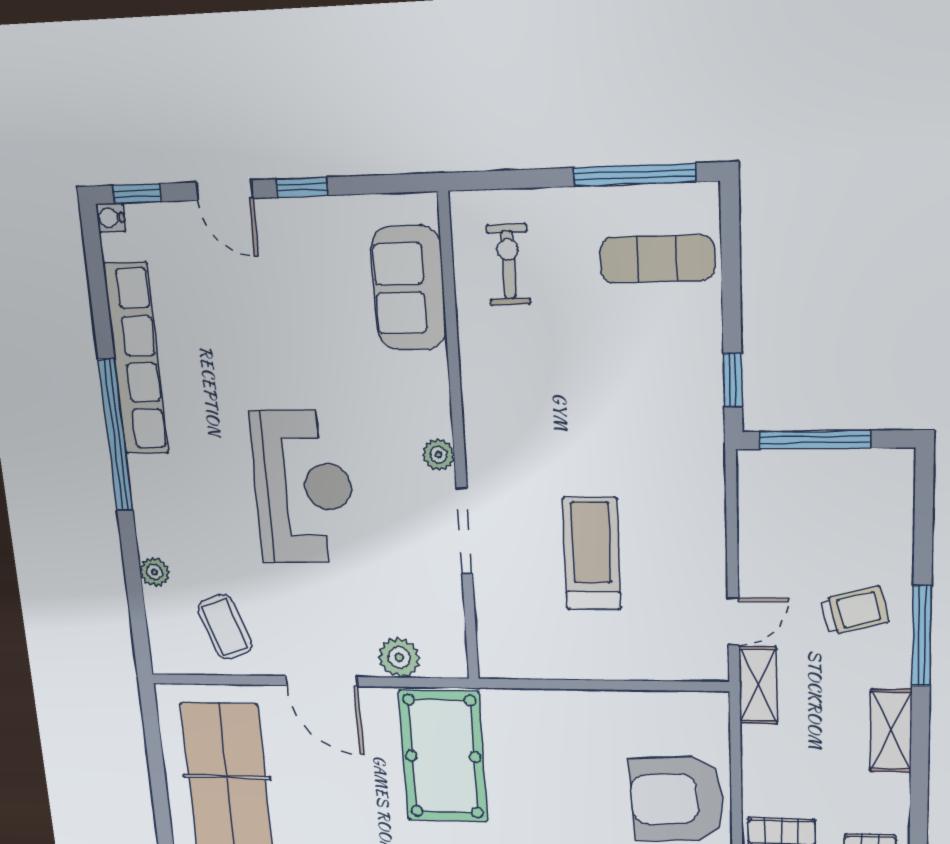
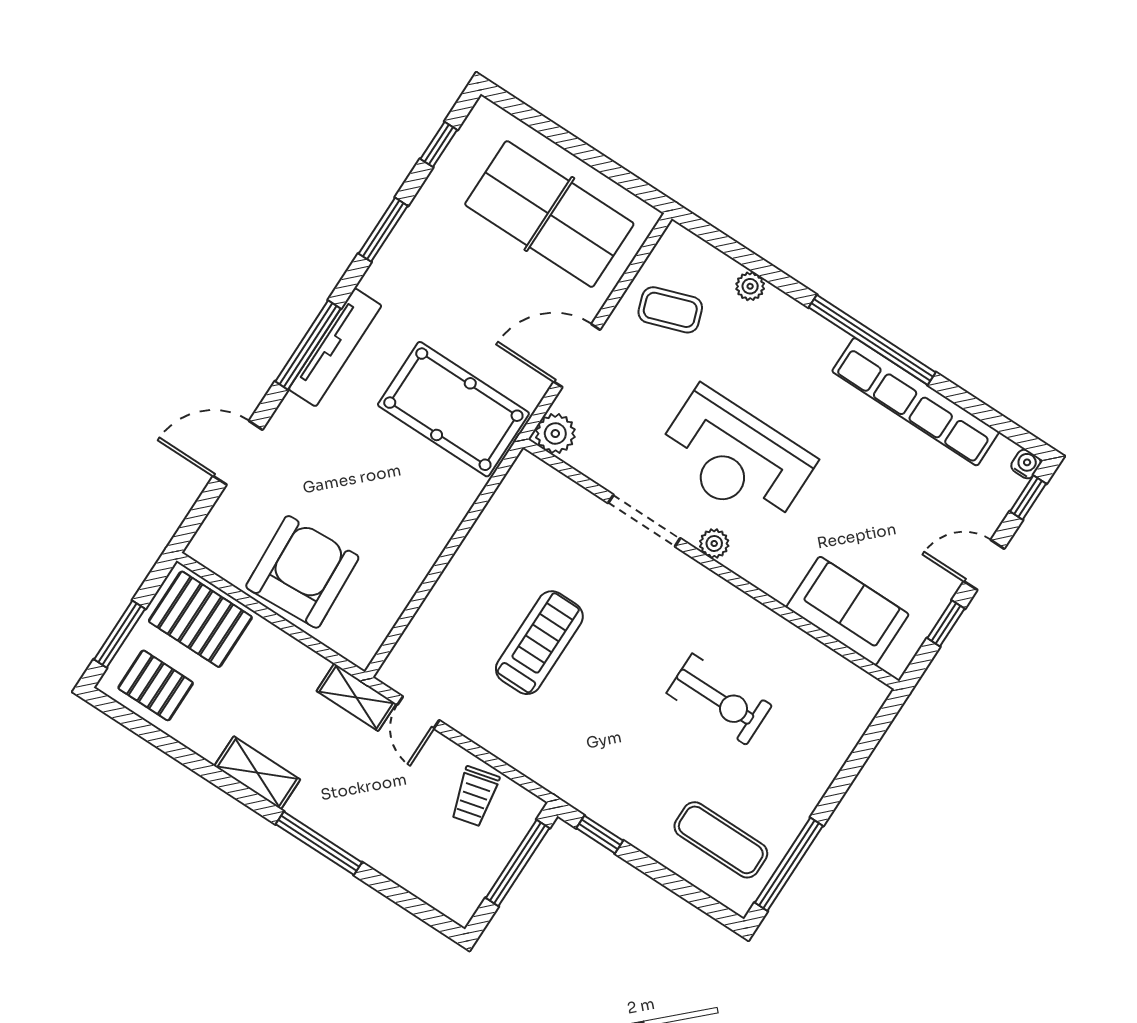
exercise mat: (657, 259) -> (721, 840), turned 90
exercise bike: (508, 265) -> (719, 699), moved, width x1.38, depth x1.39
sofa: (409, 288) -> (847, 611), moved
wall: (459, 445) -> (711, 564), moved
plant: (439, 455) -> (714, 544), moved
doorway: (464, 531) -> (644, 521), moved
treadmill: (592, 554) -> (539, 643), turned -90
trolley: (855, 611) -> (475, 796), moved

